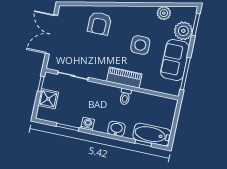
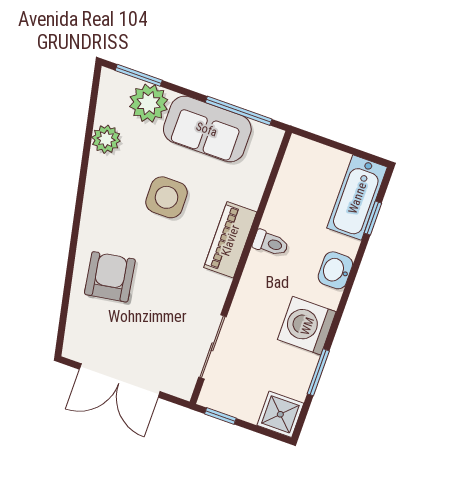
armchair: (99, 23) -> (110, 277), turned -99
shower: (48, 99) -> (280, 414), moved
washing machine: (88, 124) -> (307, 326), width x1.89, depth x1.89

